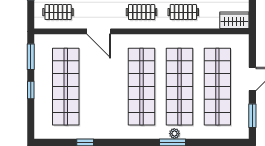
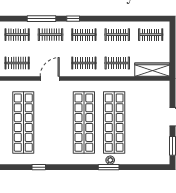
wardrobe: (234, 20) -> (152, 70), width x1.50
door: (99, 31) -> (50, 79), swing flipped
shop shelf: (217, 87) -> (145, 123), removed

